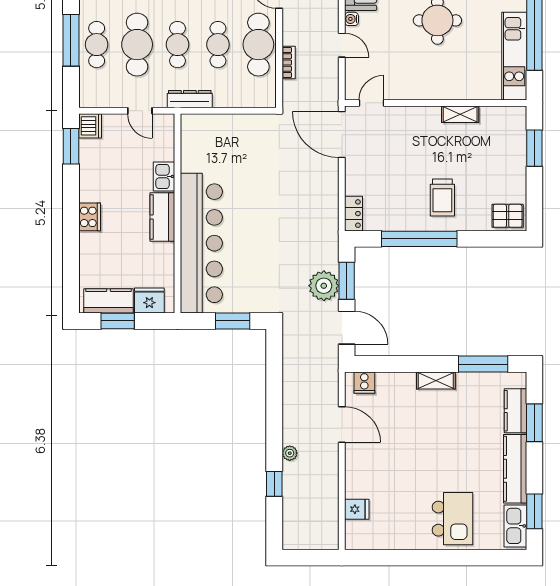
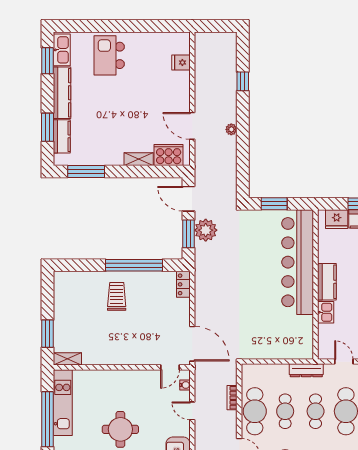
water cooler: (351, 19) -> (185, 385), moved
shelving: (460, 114) -> (67, 359), moved
pallet: (508, 216) -> (68, 283), removed
shelving: (436, 380) -> (139, 159), moved
cooker: (364, 383) -> (169, 155), width x1.87, depth x1.31
plant: (290, 453) -> (231, 129), moved

